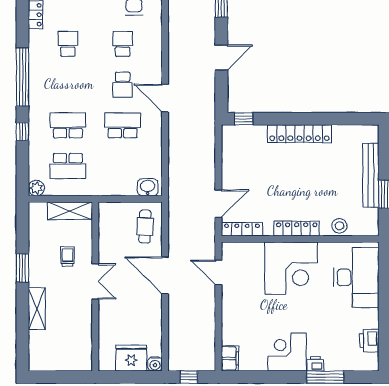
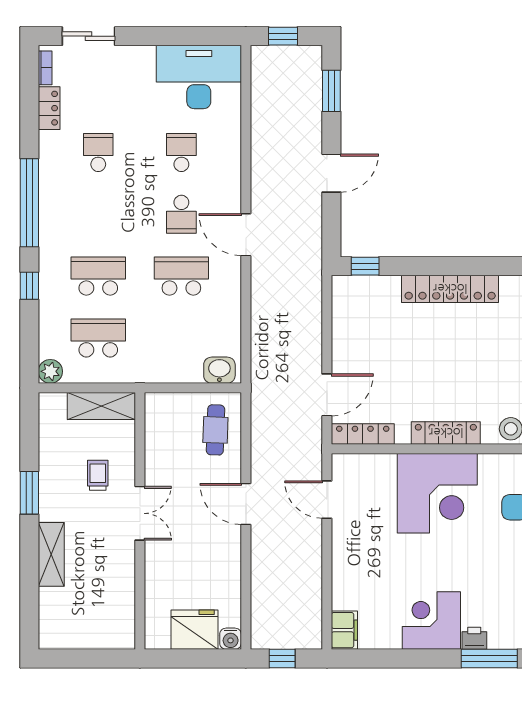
school desk: (68, 166) -> (98, 338), turned 180
door: (165, 275) -> (246, 504), width x0.73

